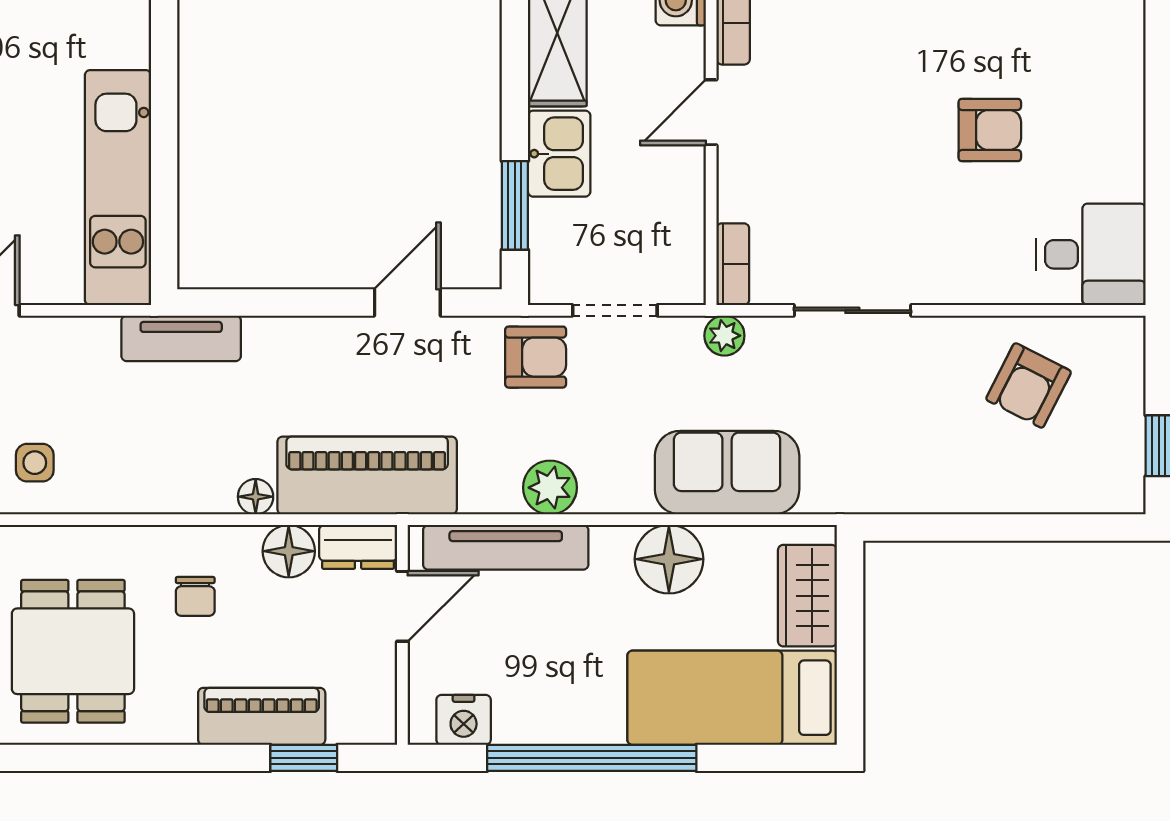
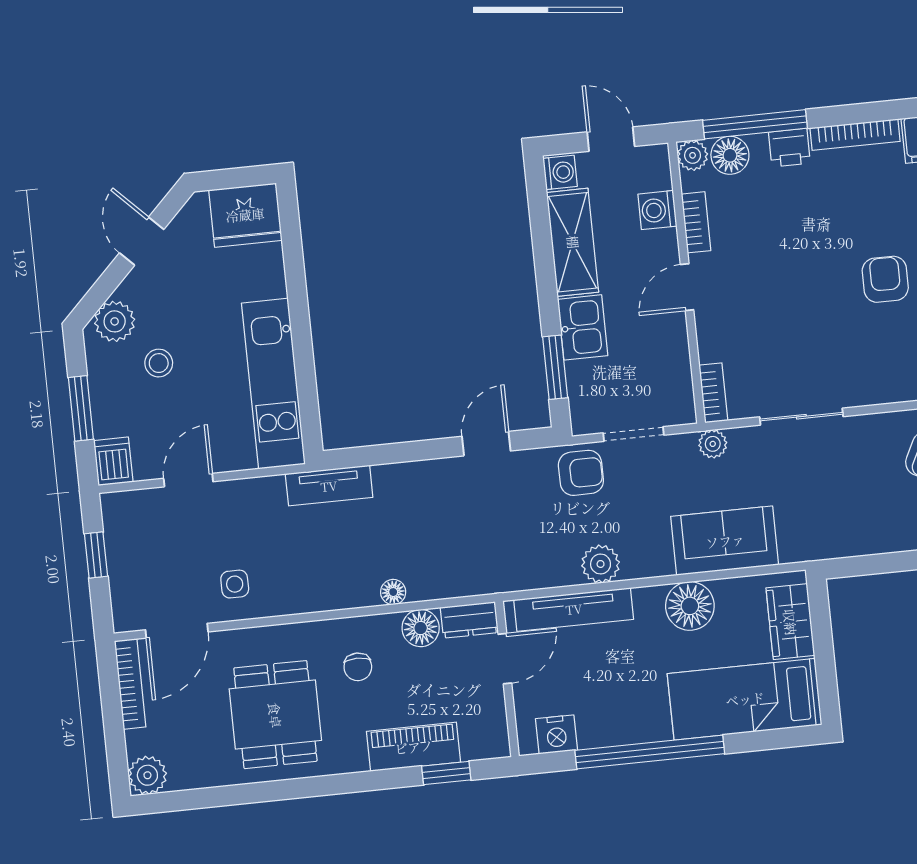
armchair: (990, 130) -> (885, 279), turned -90
piano: (367, 476) -> (470, 569), removed

